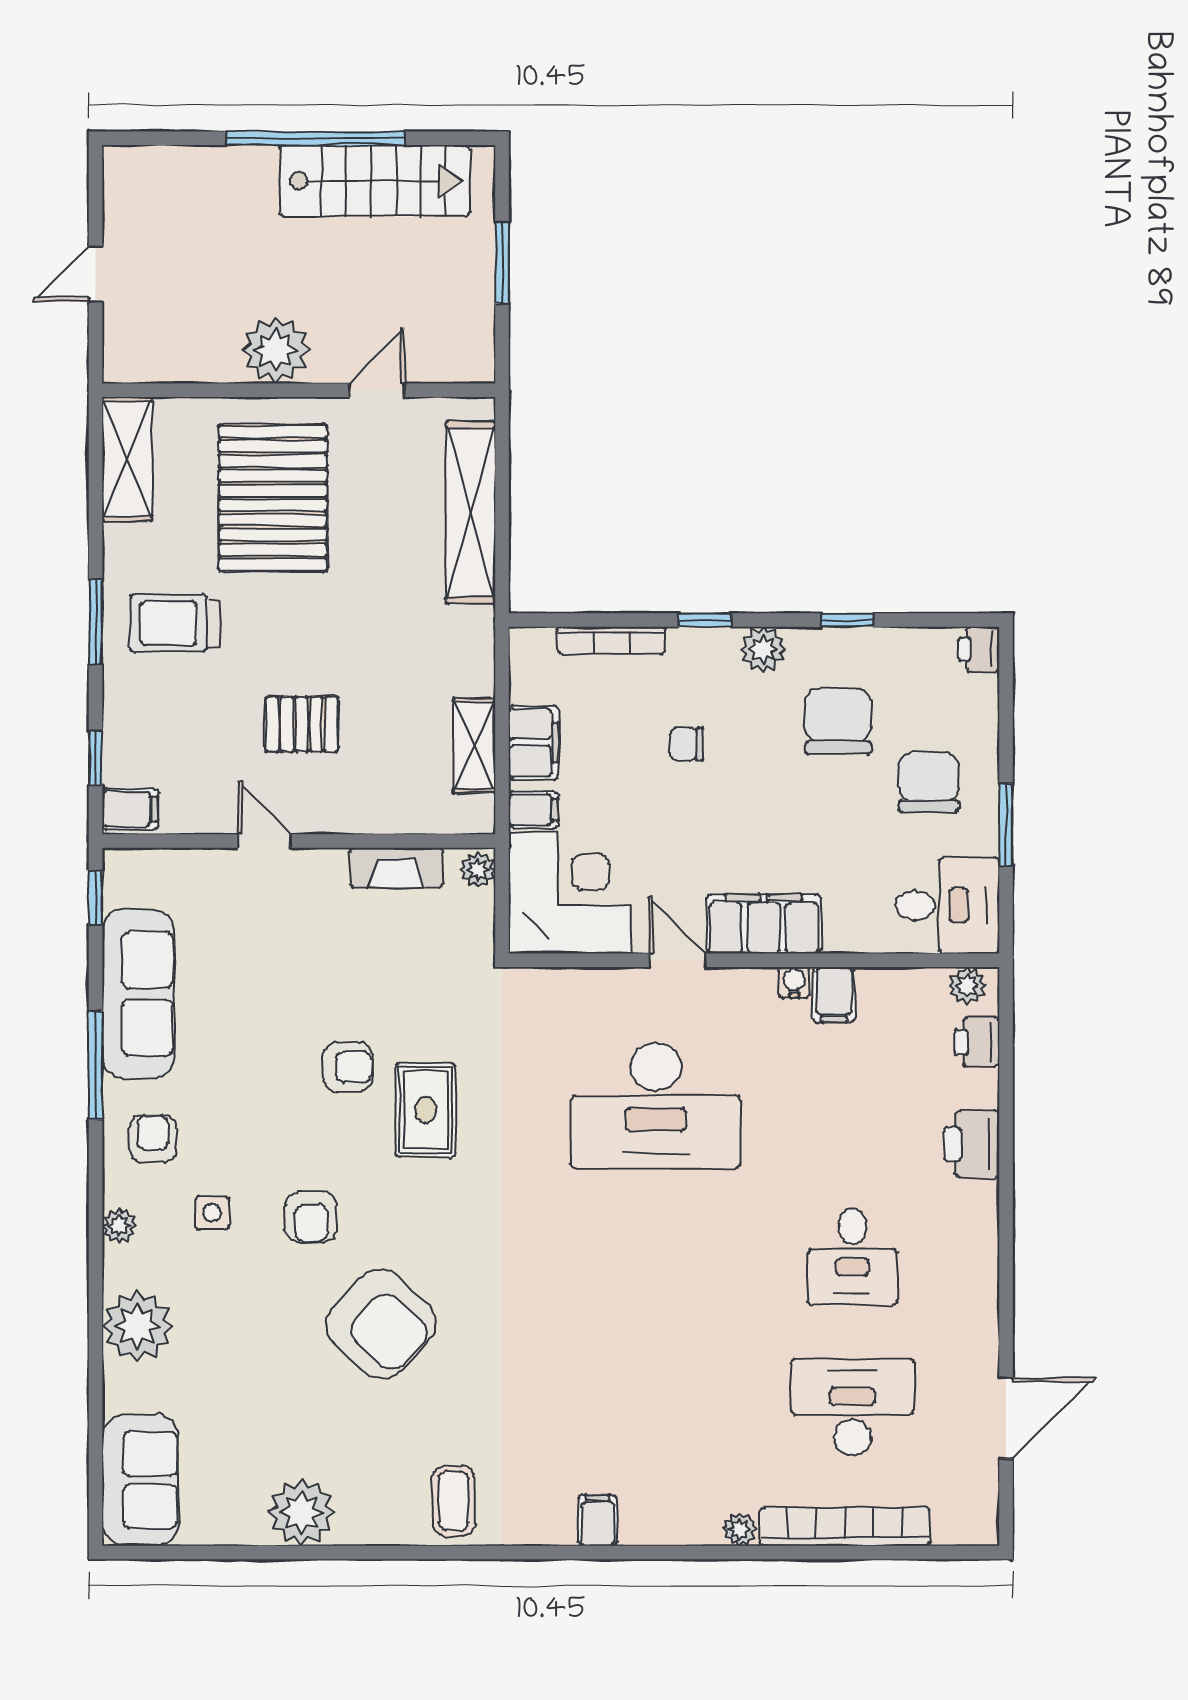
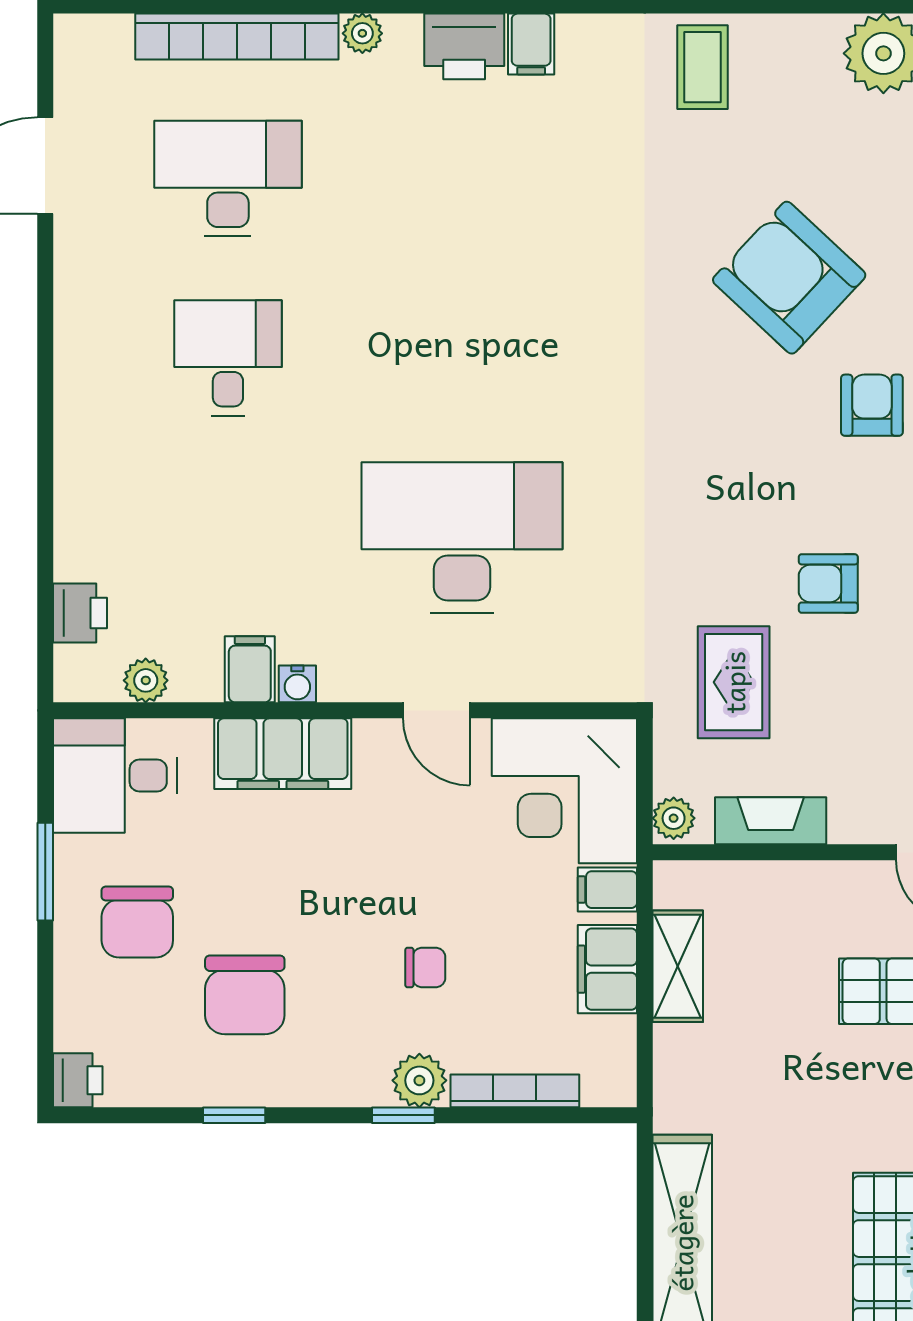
plant: (763, 649) -> (419, 1080), moved
filing cabinet: (764, 924) -> (283, 754), moved
plant: (967, 985) -> (146, 680), moved
rug: (426, 1110) -> (734, 682), moved
printer: (972, 1144) -> (464, 46), moved, turned 90
desk: (852, 1407) -> (228, 179), turned 180

